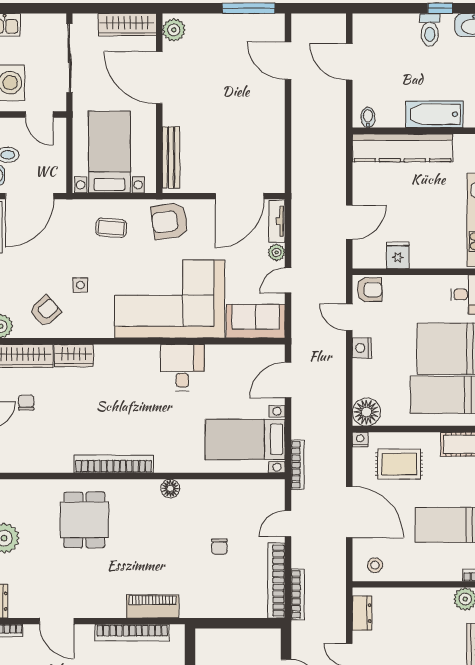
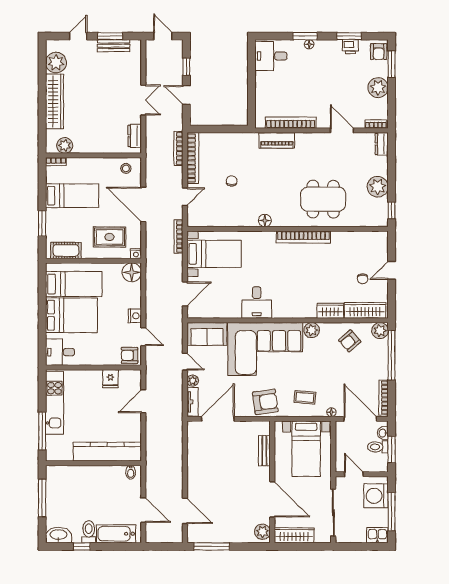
bathtub: (434, 114) -> (116, 534), moved, turned 180
bench: (171, 157) -> (264, 451), width x0.73
door: (30, 196) -> (360, 419), hinge flipped
floor lamp: (72, 206) -> (331, 412), added
door: (288, 280) -> (185, 362), hinge flipped
side table: (80, 285) -> (326, 359), removed
plant: (101, 327) -> (312, 330), added
dining table: (84, 520) -> (323, 199), width x1.38

